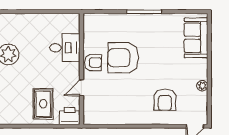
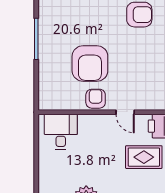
desk: (65, 48) -> (61, 132), moved

